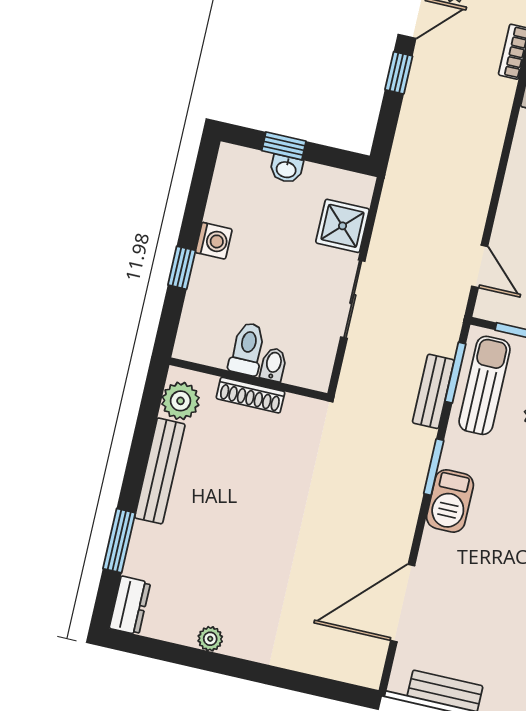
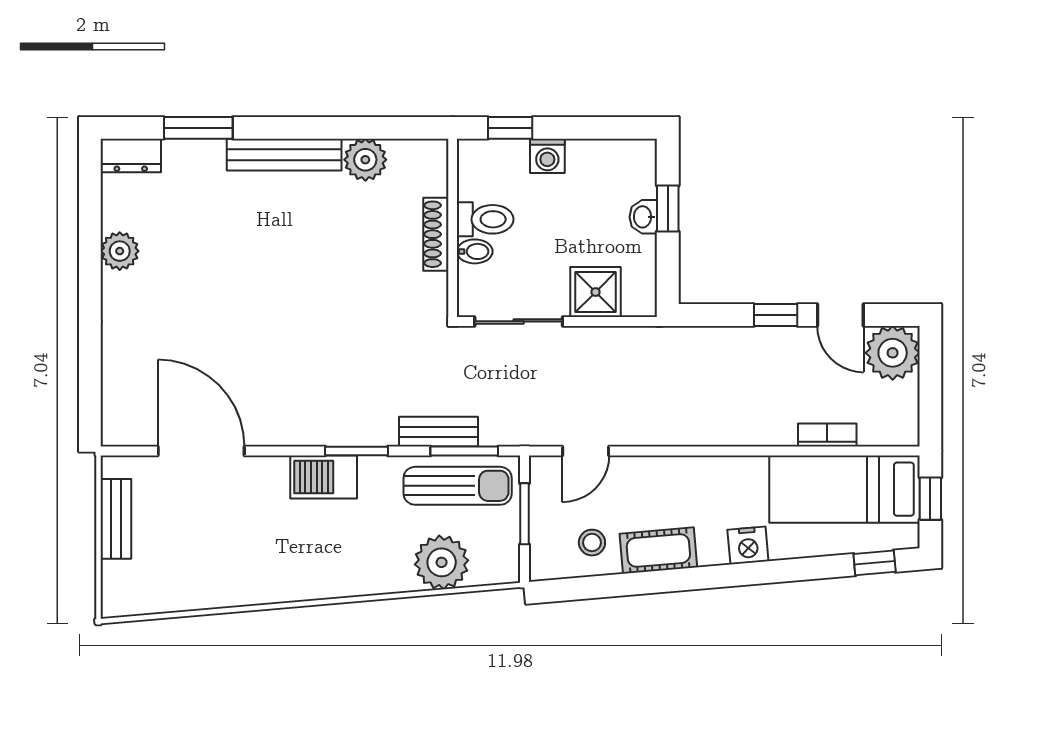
toilet: (247, 349) -> (485, 219), moved
bidet: (273, 364) -> (475, 251), moved
wall: (248, 379) -> (453, 228), moved
shoe rack: (250, 395) -> (436, 234), moved
plant: (210, 639) -> (120, 251), width x1.38, depth x1.38

